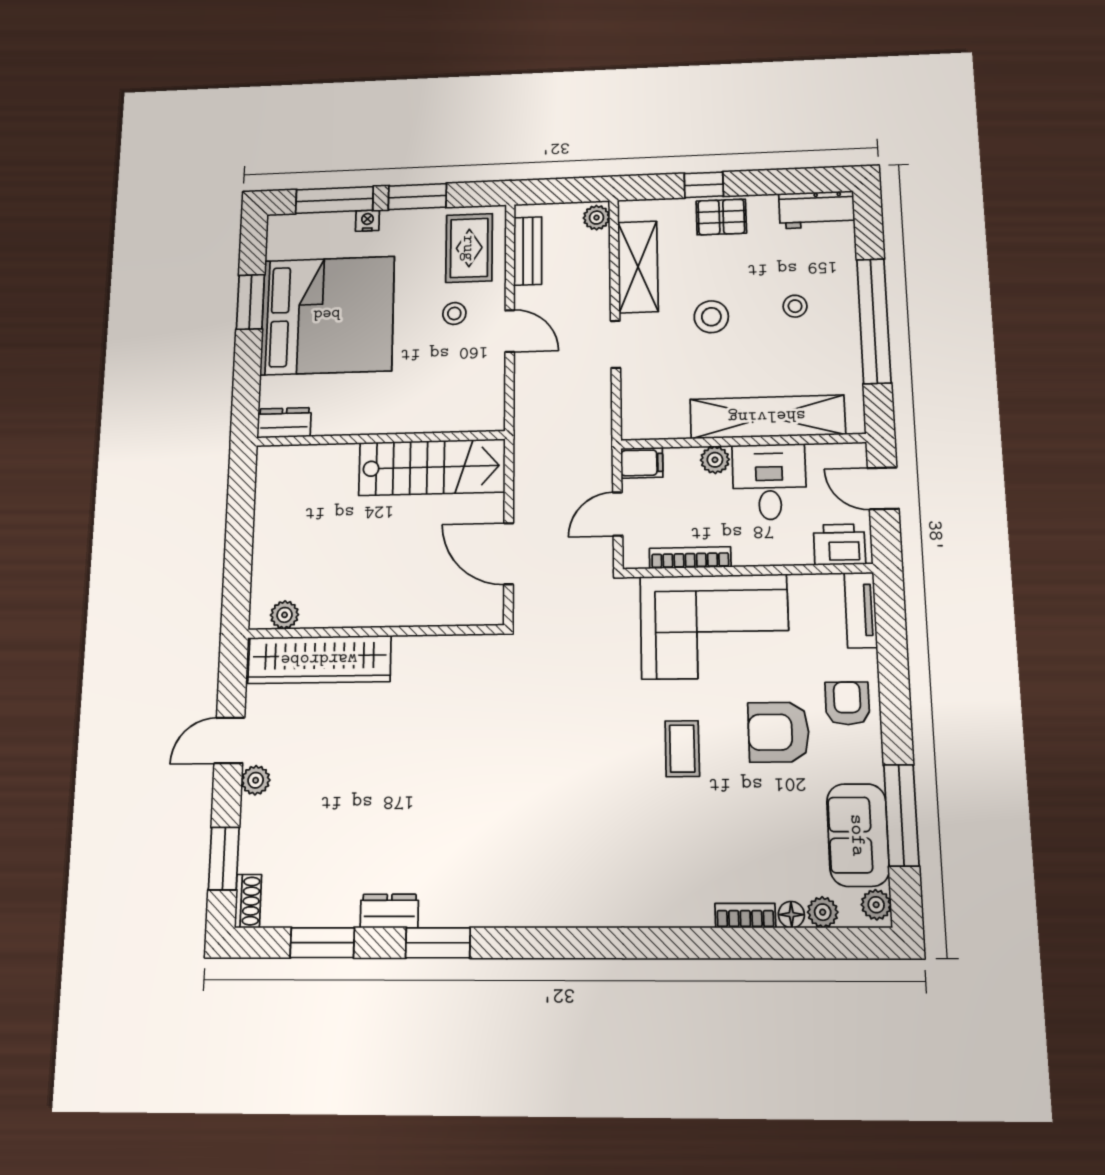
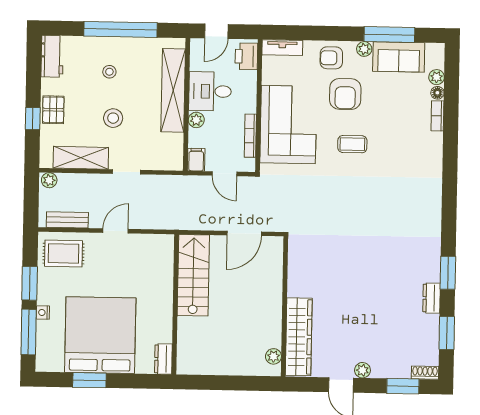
stool: (454, 313) -> (103, 262), removed
plant: (876, 905) -> (364, 49), moved

